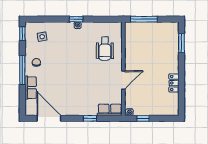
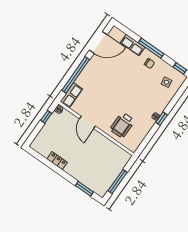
window: (144, 19) -> (118, 182), moved
wheelchair: (105, 49) -> (122, 125), turned -90
window: (90, 118) -> (76, 75), width x3.17

